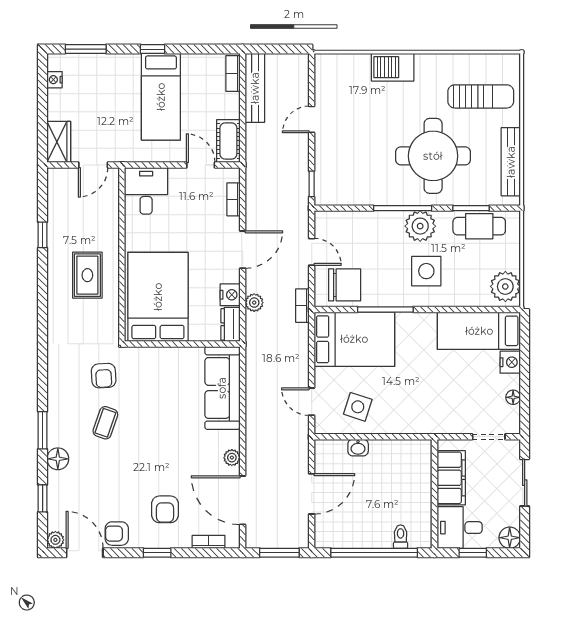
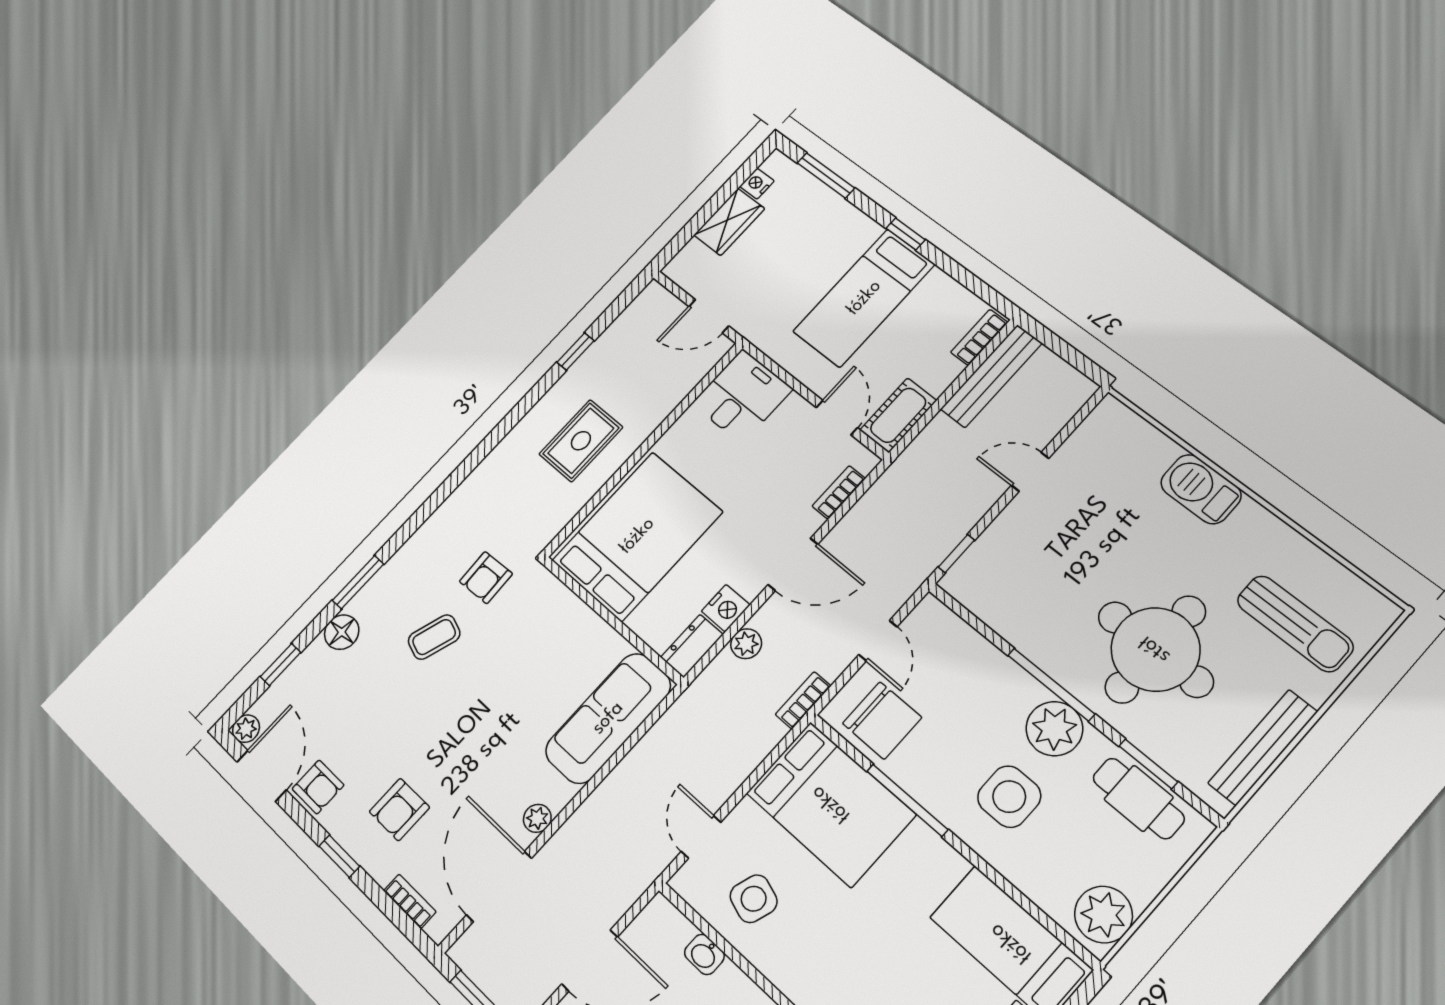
wardrobe: (59, 142) -> (729, 222), moved
armchair: (117, 534) -> (318, 787), turned 180

